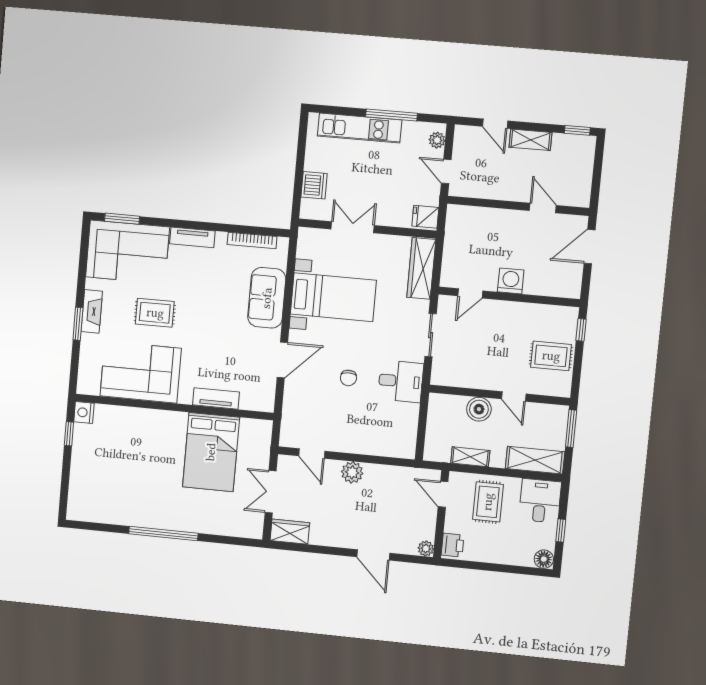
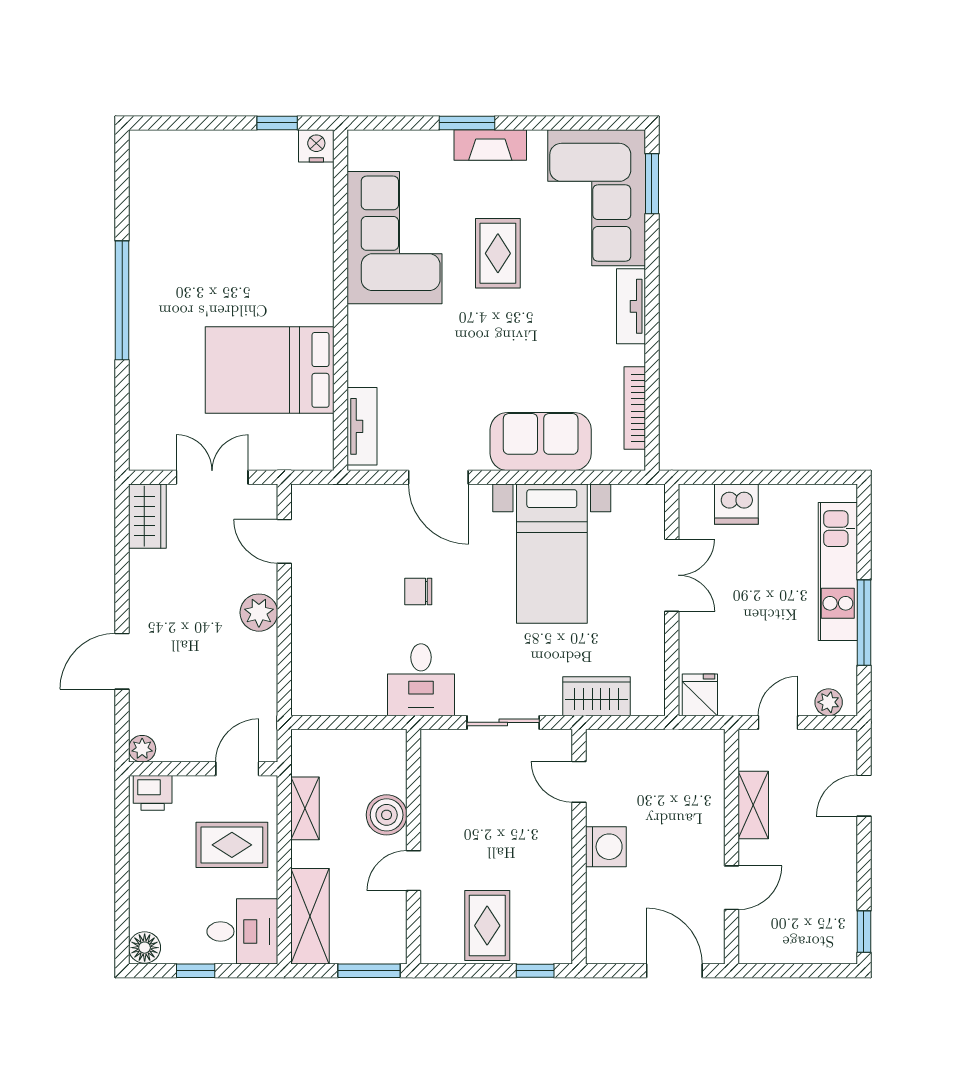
shelving: (530, 140) -> (753, 805), moved
wardrobe: (421, 268) -> (596, 696), width x0.67
tv unit: (216, 398) -> (362, 426), moved
door: (312, 454) -> (284, 541), hinge flipped

